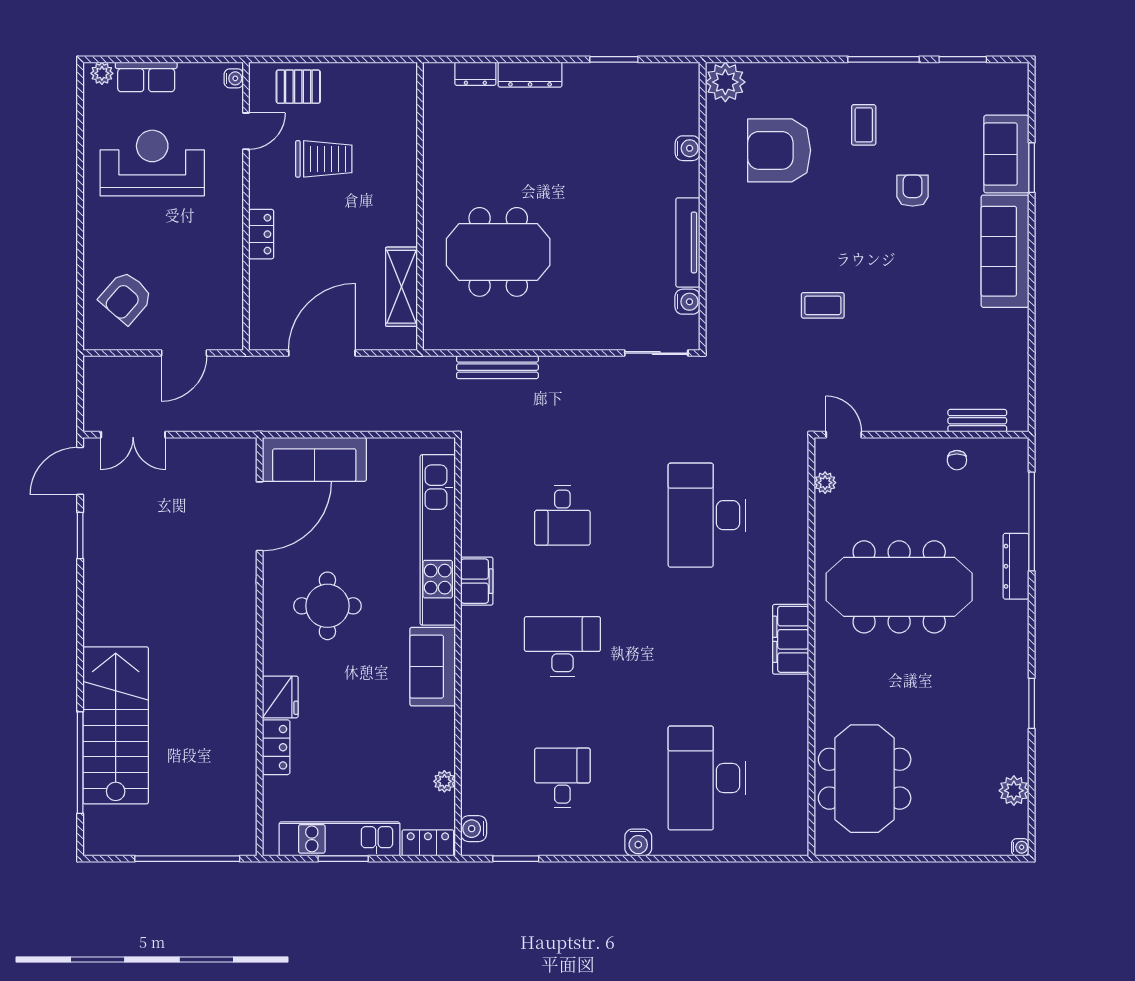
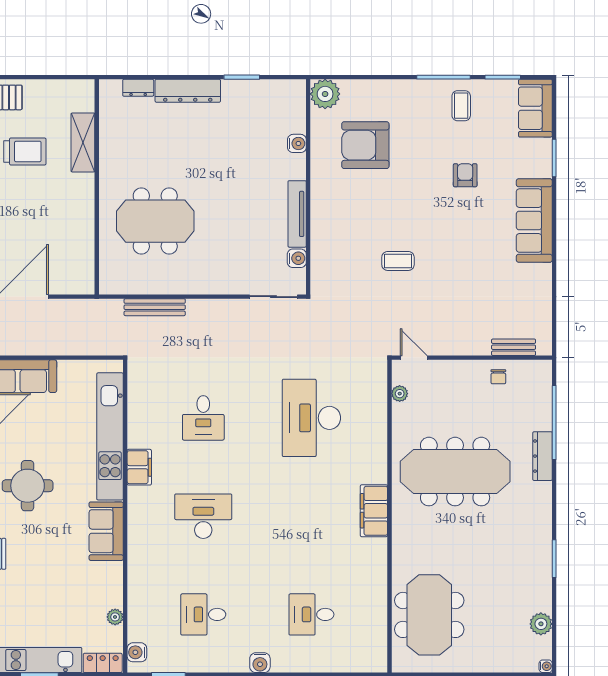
dresser: (530, 75) -> (188, 91), width x1.37, depth x1.24
coffee table: (864, 125) -> (461, 106), moved
sofa: (1006, 154) -> (535, 108), moved
shelving: (401, 287) -> (83, 142), moved
desk: (562, 778) -> (203, 614), turned -90
desk: (707, 778) -> (311, 614), width x0.53, depth x0.77

